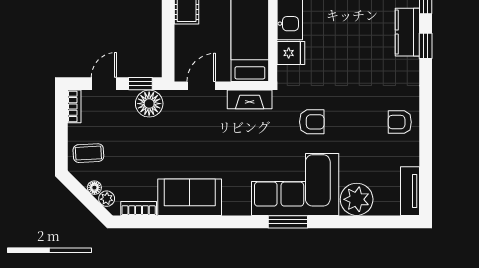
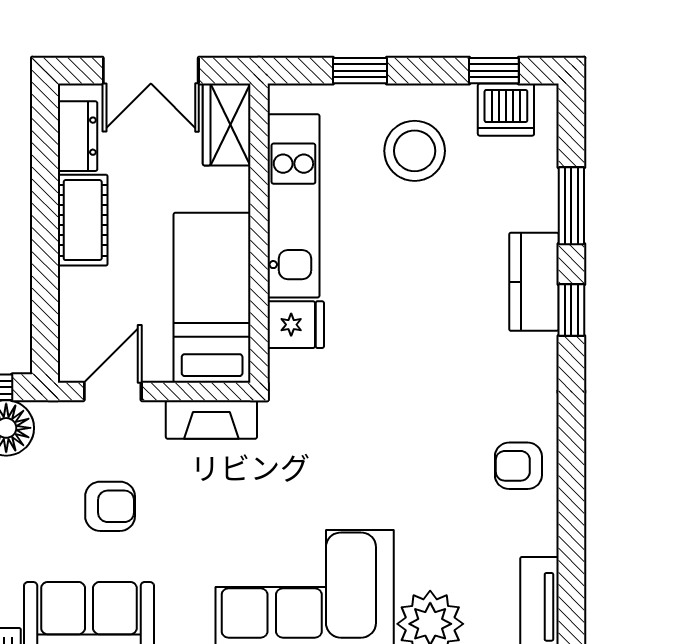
armchair: (312, 122) -> (110, 506), moved

